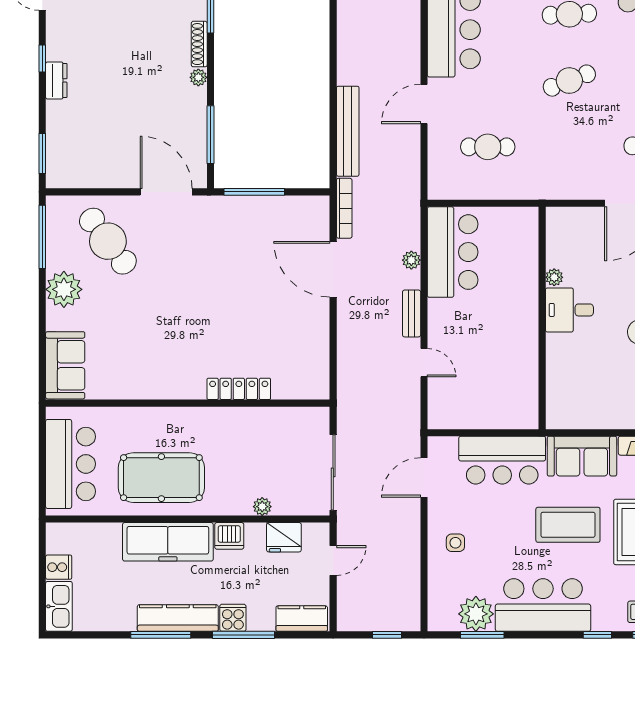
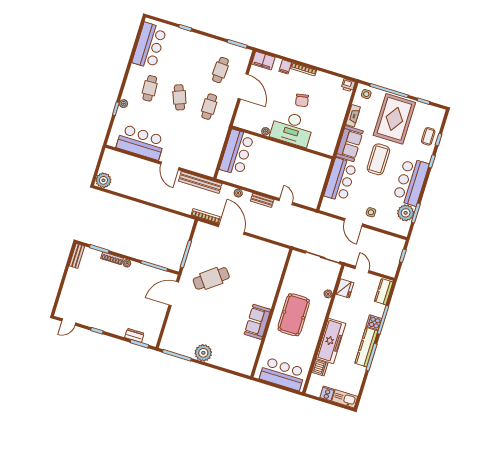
dresser: (56, 80) -> (134, 335), moved
bench: (348, 131) -> (200, 182), moved
cafe table: (488, 147) -> (209, 107), moved
cafe table: (108, 241) -> (211, 278), moved
bar counter: (453, 252) -> (237, 152), moved, turned 90
door: (333, 269) -> (231, 229), swing flipped
desk: (569, 310) -> (292, 129), width x1.87, depth x1.30
door: (424, 363) -> (286, 202), hinge flipped
sofa: (65, 365) -> (257, 322), moved, turned -90
locker: (239, 389) -> (272, 288), removed
door: (424, 477) -> (353, 222), moved
pool table: (161, 478) -> (294, 315), moved
dishwasher: (229, 536) -> (320, 368), moved

